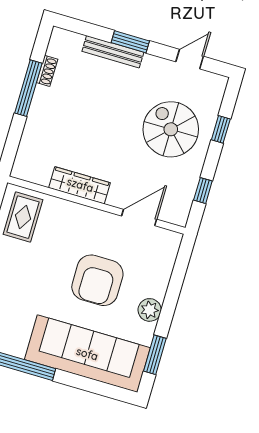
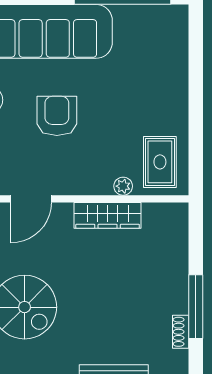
plant: (59, 206) -> (123, 186), added
armchair: (97, 280) -> (57, 116), width x0.73, depth x0.73

